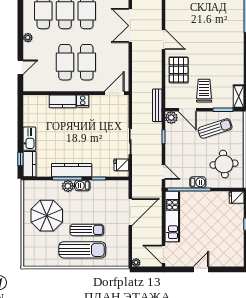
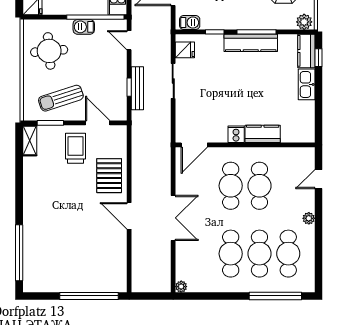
double door: (130, 26) -> (173, 218), moved
trolley: (204, 91) -> (75, 148), turned 180
bench: (157, 105) -> (137, 88), moved
plant: (171, 118) -> (119, 112), removed
plant: (68, 186) -> (304, 22), moved
barbecue: (82, 186) -> (190, 22), moved

